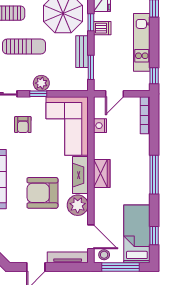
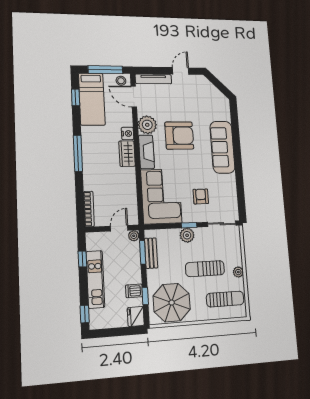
bench: (82, 52) -> (151, 253), moved
window: (154, 76) -> (82, 259), moved
plant: (99, 85) -> (134, 236), added
nightstand: (100, 126) -> (128, 133), moved

